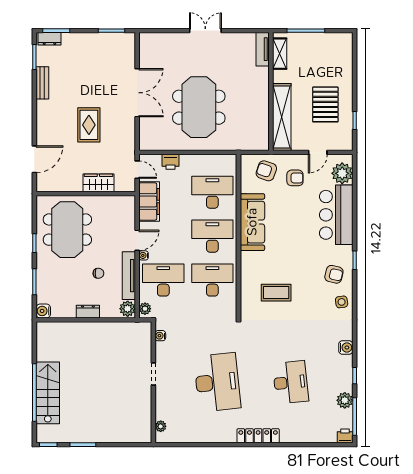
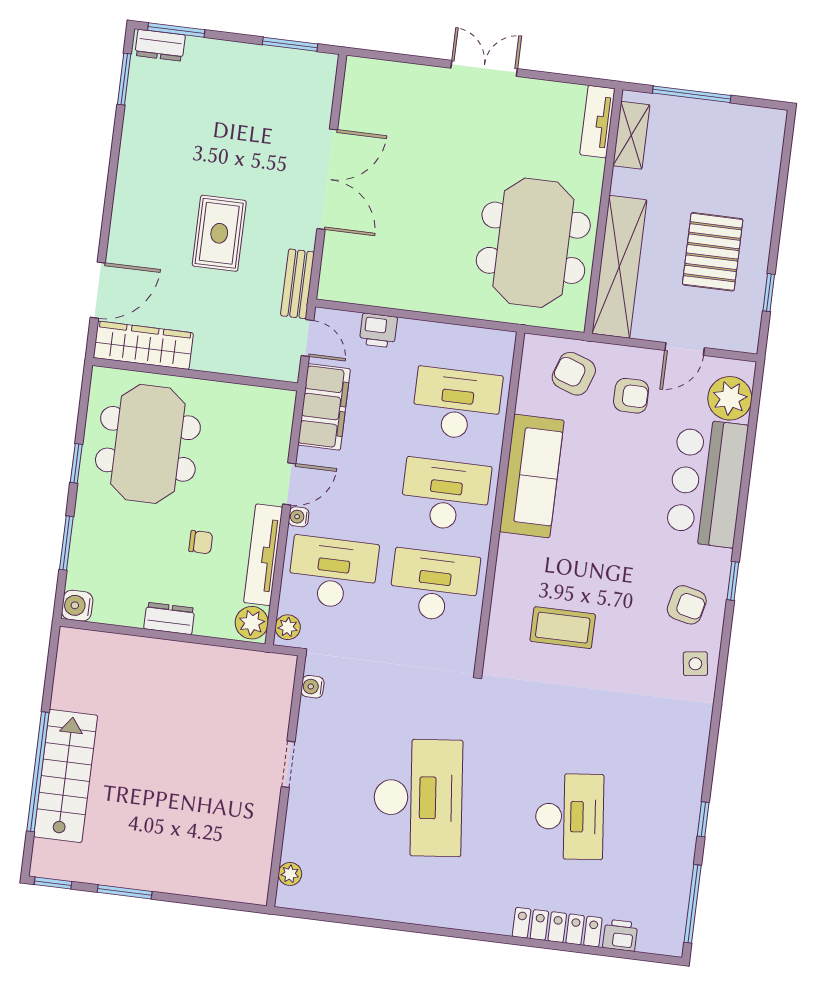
bench: (42, 83) -> (297, 284), moved
meeting table: (199, 107) -> (533, 243), moved
wardrobe: (98, 183) -> (143, 345), moved, width x1.50
water cooler: (346, 348) -> (692, 759), removed
plant: (345, 400) -> (677, 868), removed
locker: (258, 436) -> (557, 927), moved
printer: (345, 436) -> (620, 935), moved

